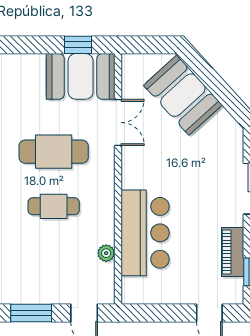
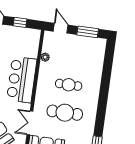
bar counter: (145, 233) -> (22, 80), moved
window: (164, 313) -> (20, 22), added

